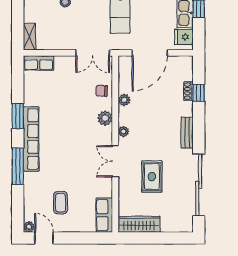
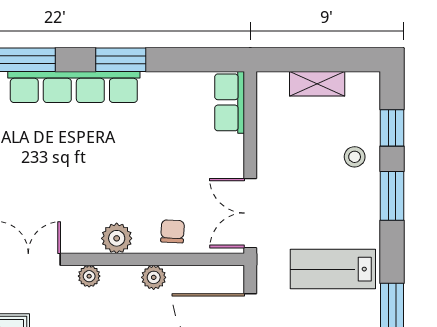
shelving: (30, 37) -> (317, 84), moved

